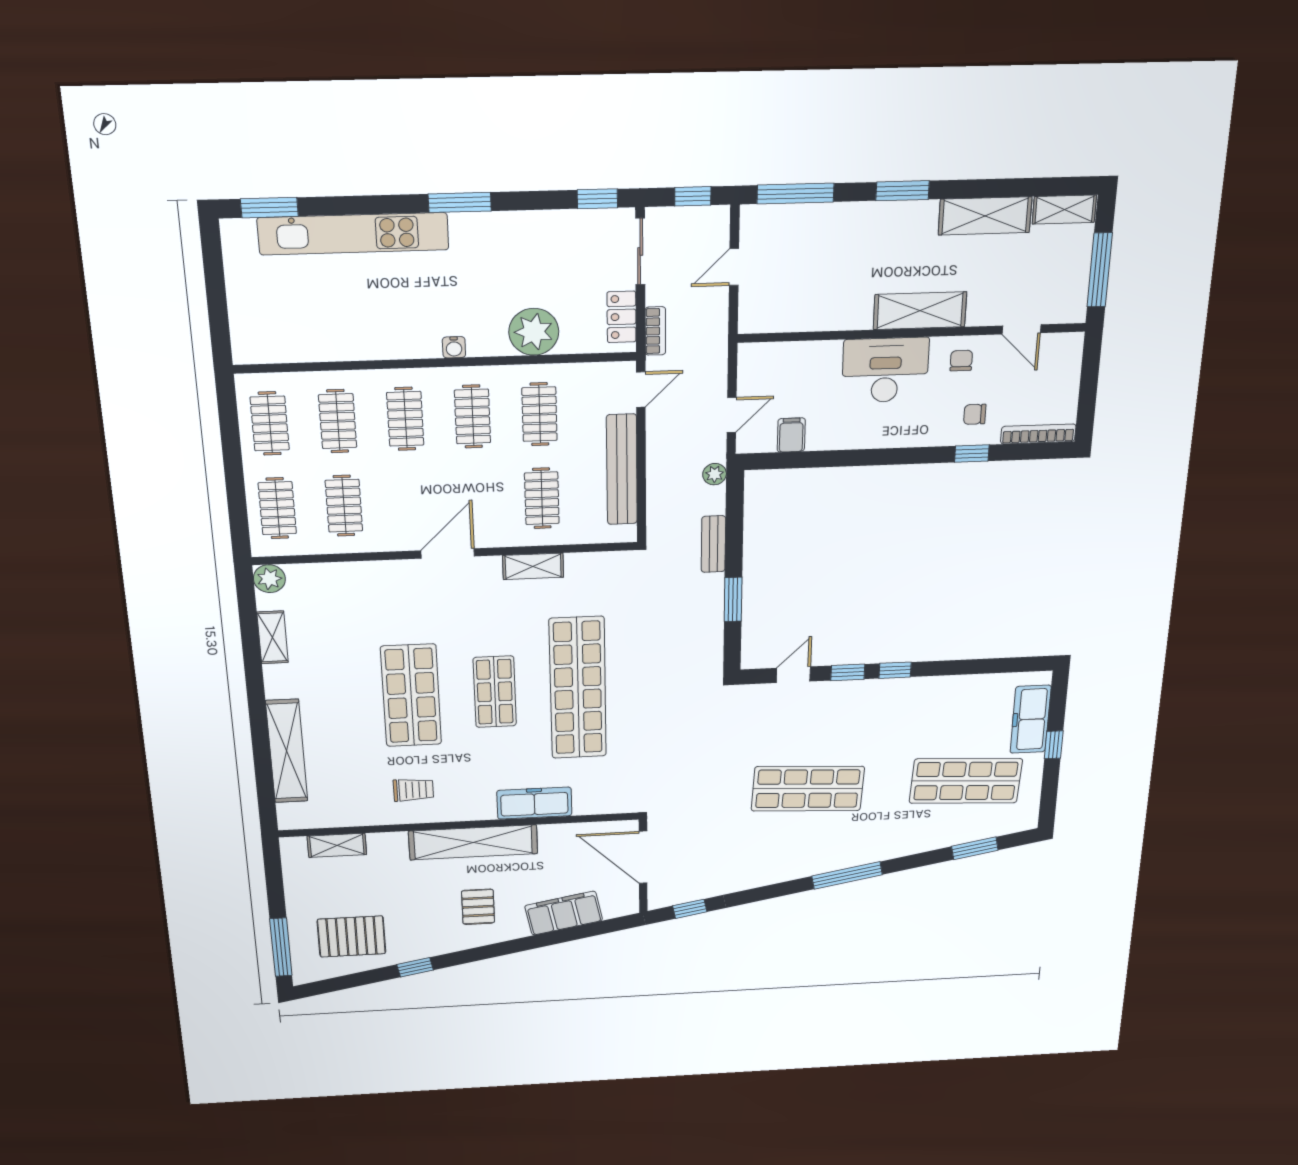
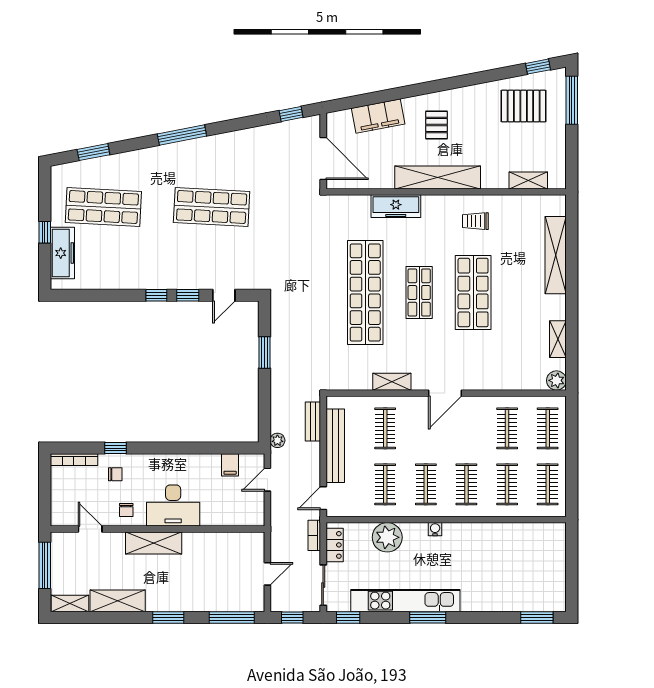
kitchen unit: (353, 234) -> (405, 601), moved
bench: (713, 544) -> (313, 421), moved
window: (415, 967) -> (538, 67), moved

